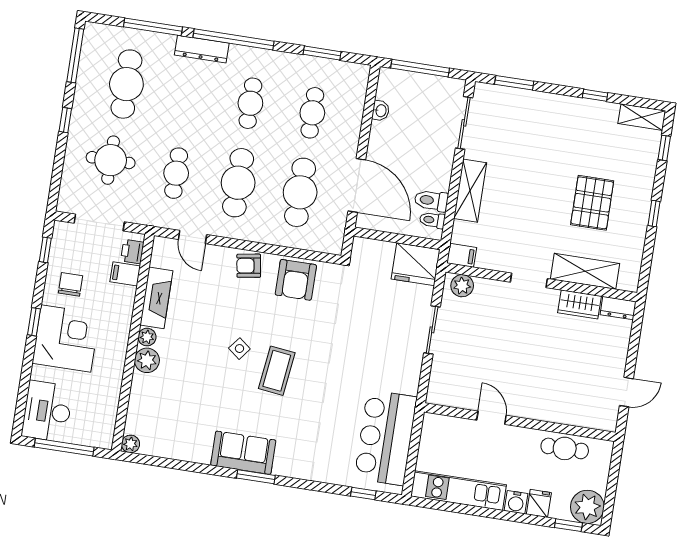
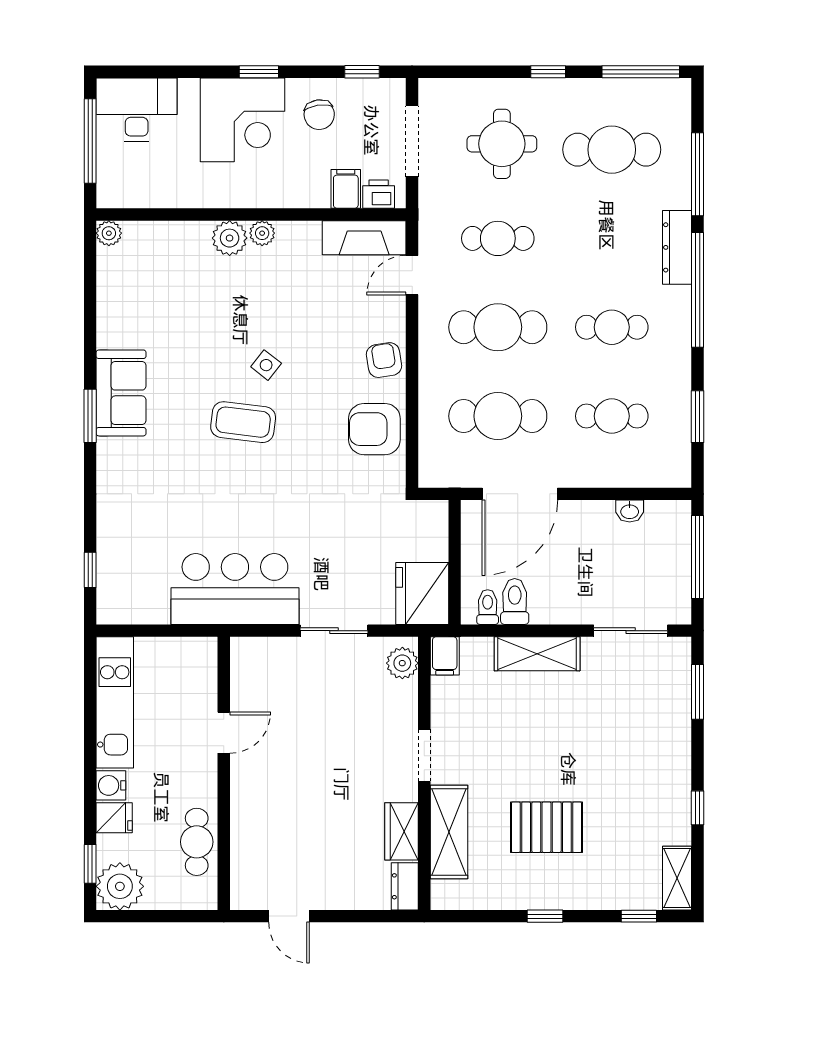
chair: (70, 284) -> (319, 115), turned 82
fireplace: (156, 298) -> (364, 238), moved
bar counter: (386, 438) -> (235, 589), moved

